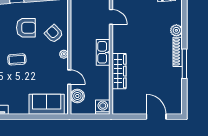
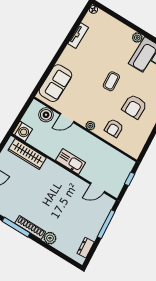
armchair: (54, 34) -> (114, 128), turned 133
wardrobe: (119, 71) -> (27, 154), moved

